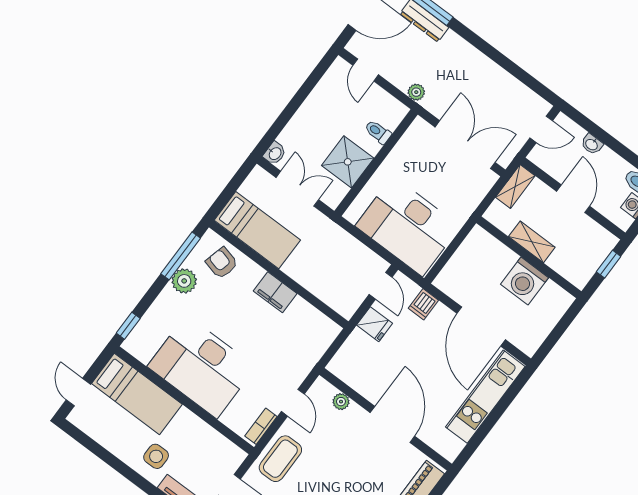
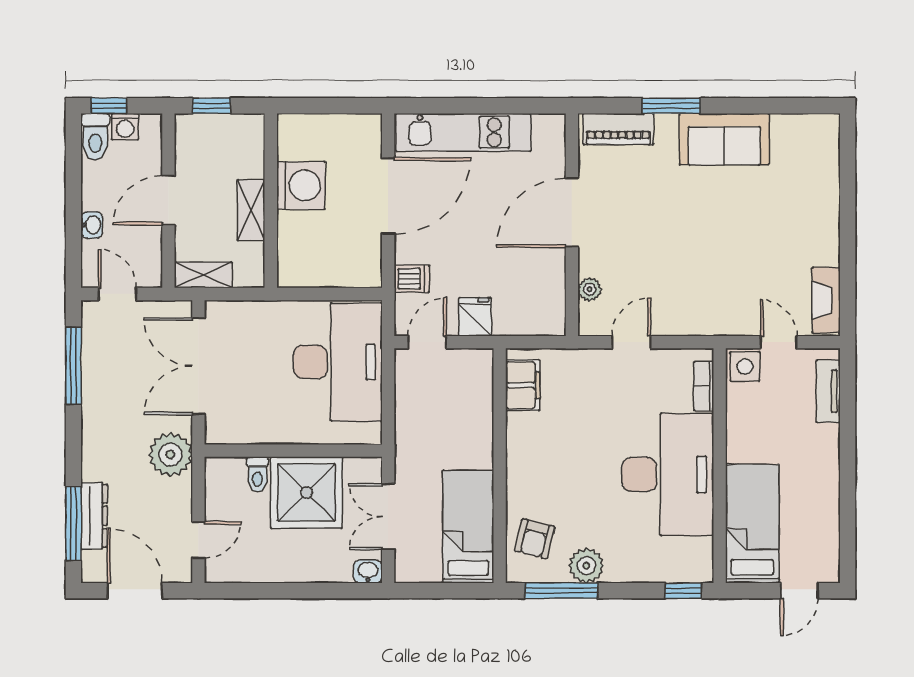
window: (519, 73) -> (73, 366), added
plant: (416, 92) -> (170, 455), width x1.87, depth x1.87
shower: (348, 162) -> (307, 493), width x1.37, depth x1.37
filing cabinet: (275, 292) -> (523, 385), moved
bookcase: (261, 426) -> (704, 386), moved, turned 90
side table: (156, 456) -> (745, 366), moved
coffee table: (280, 459) -> (704, 309), removed

